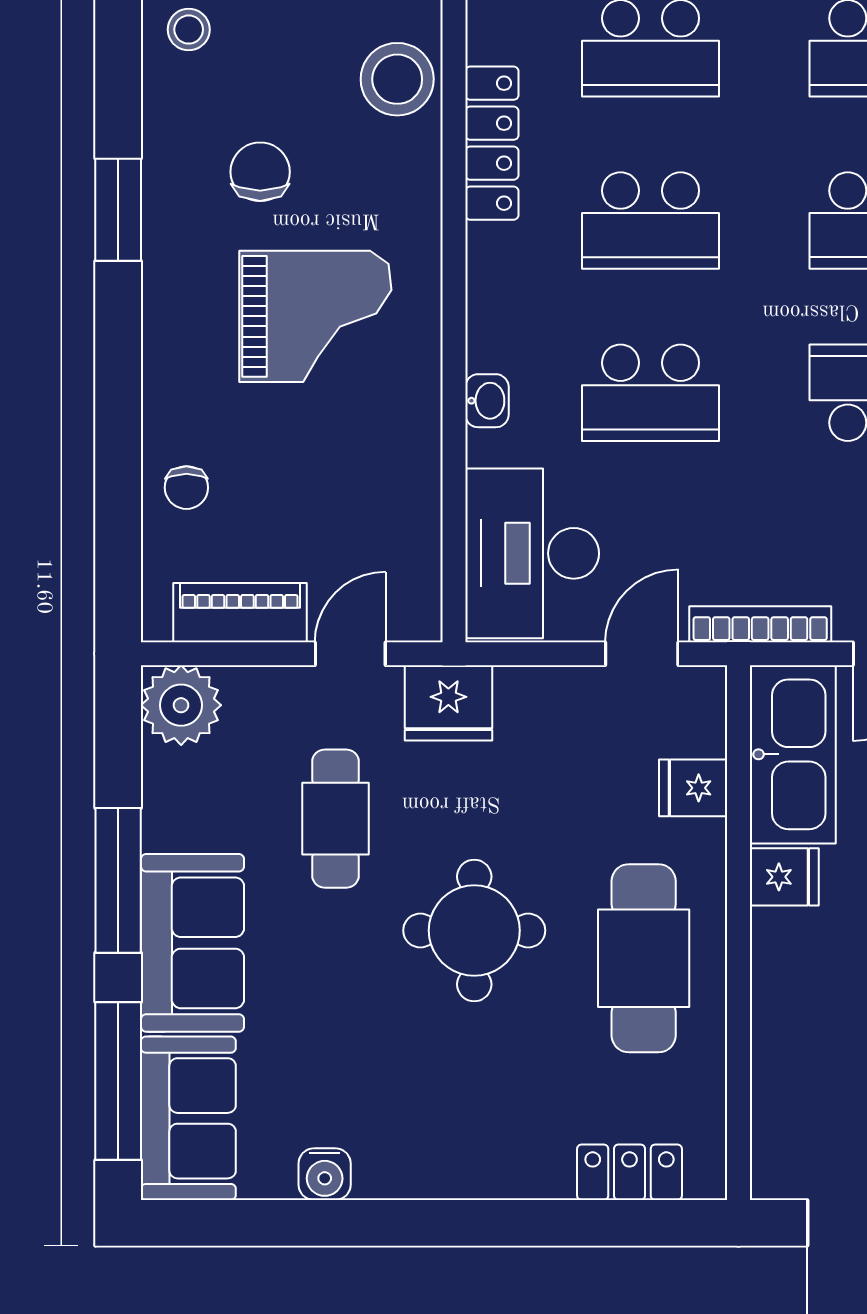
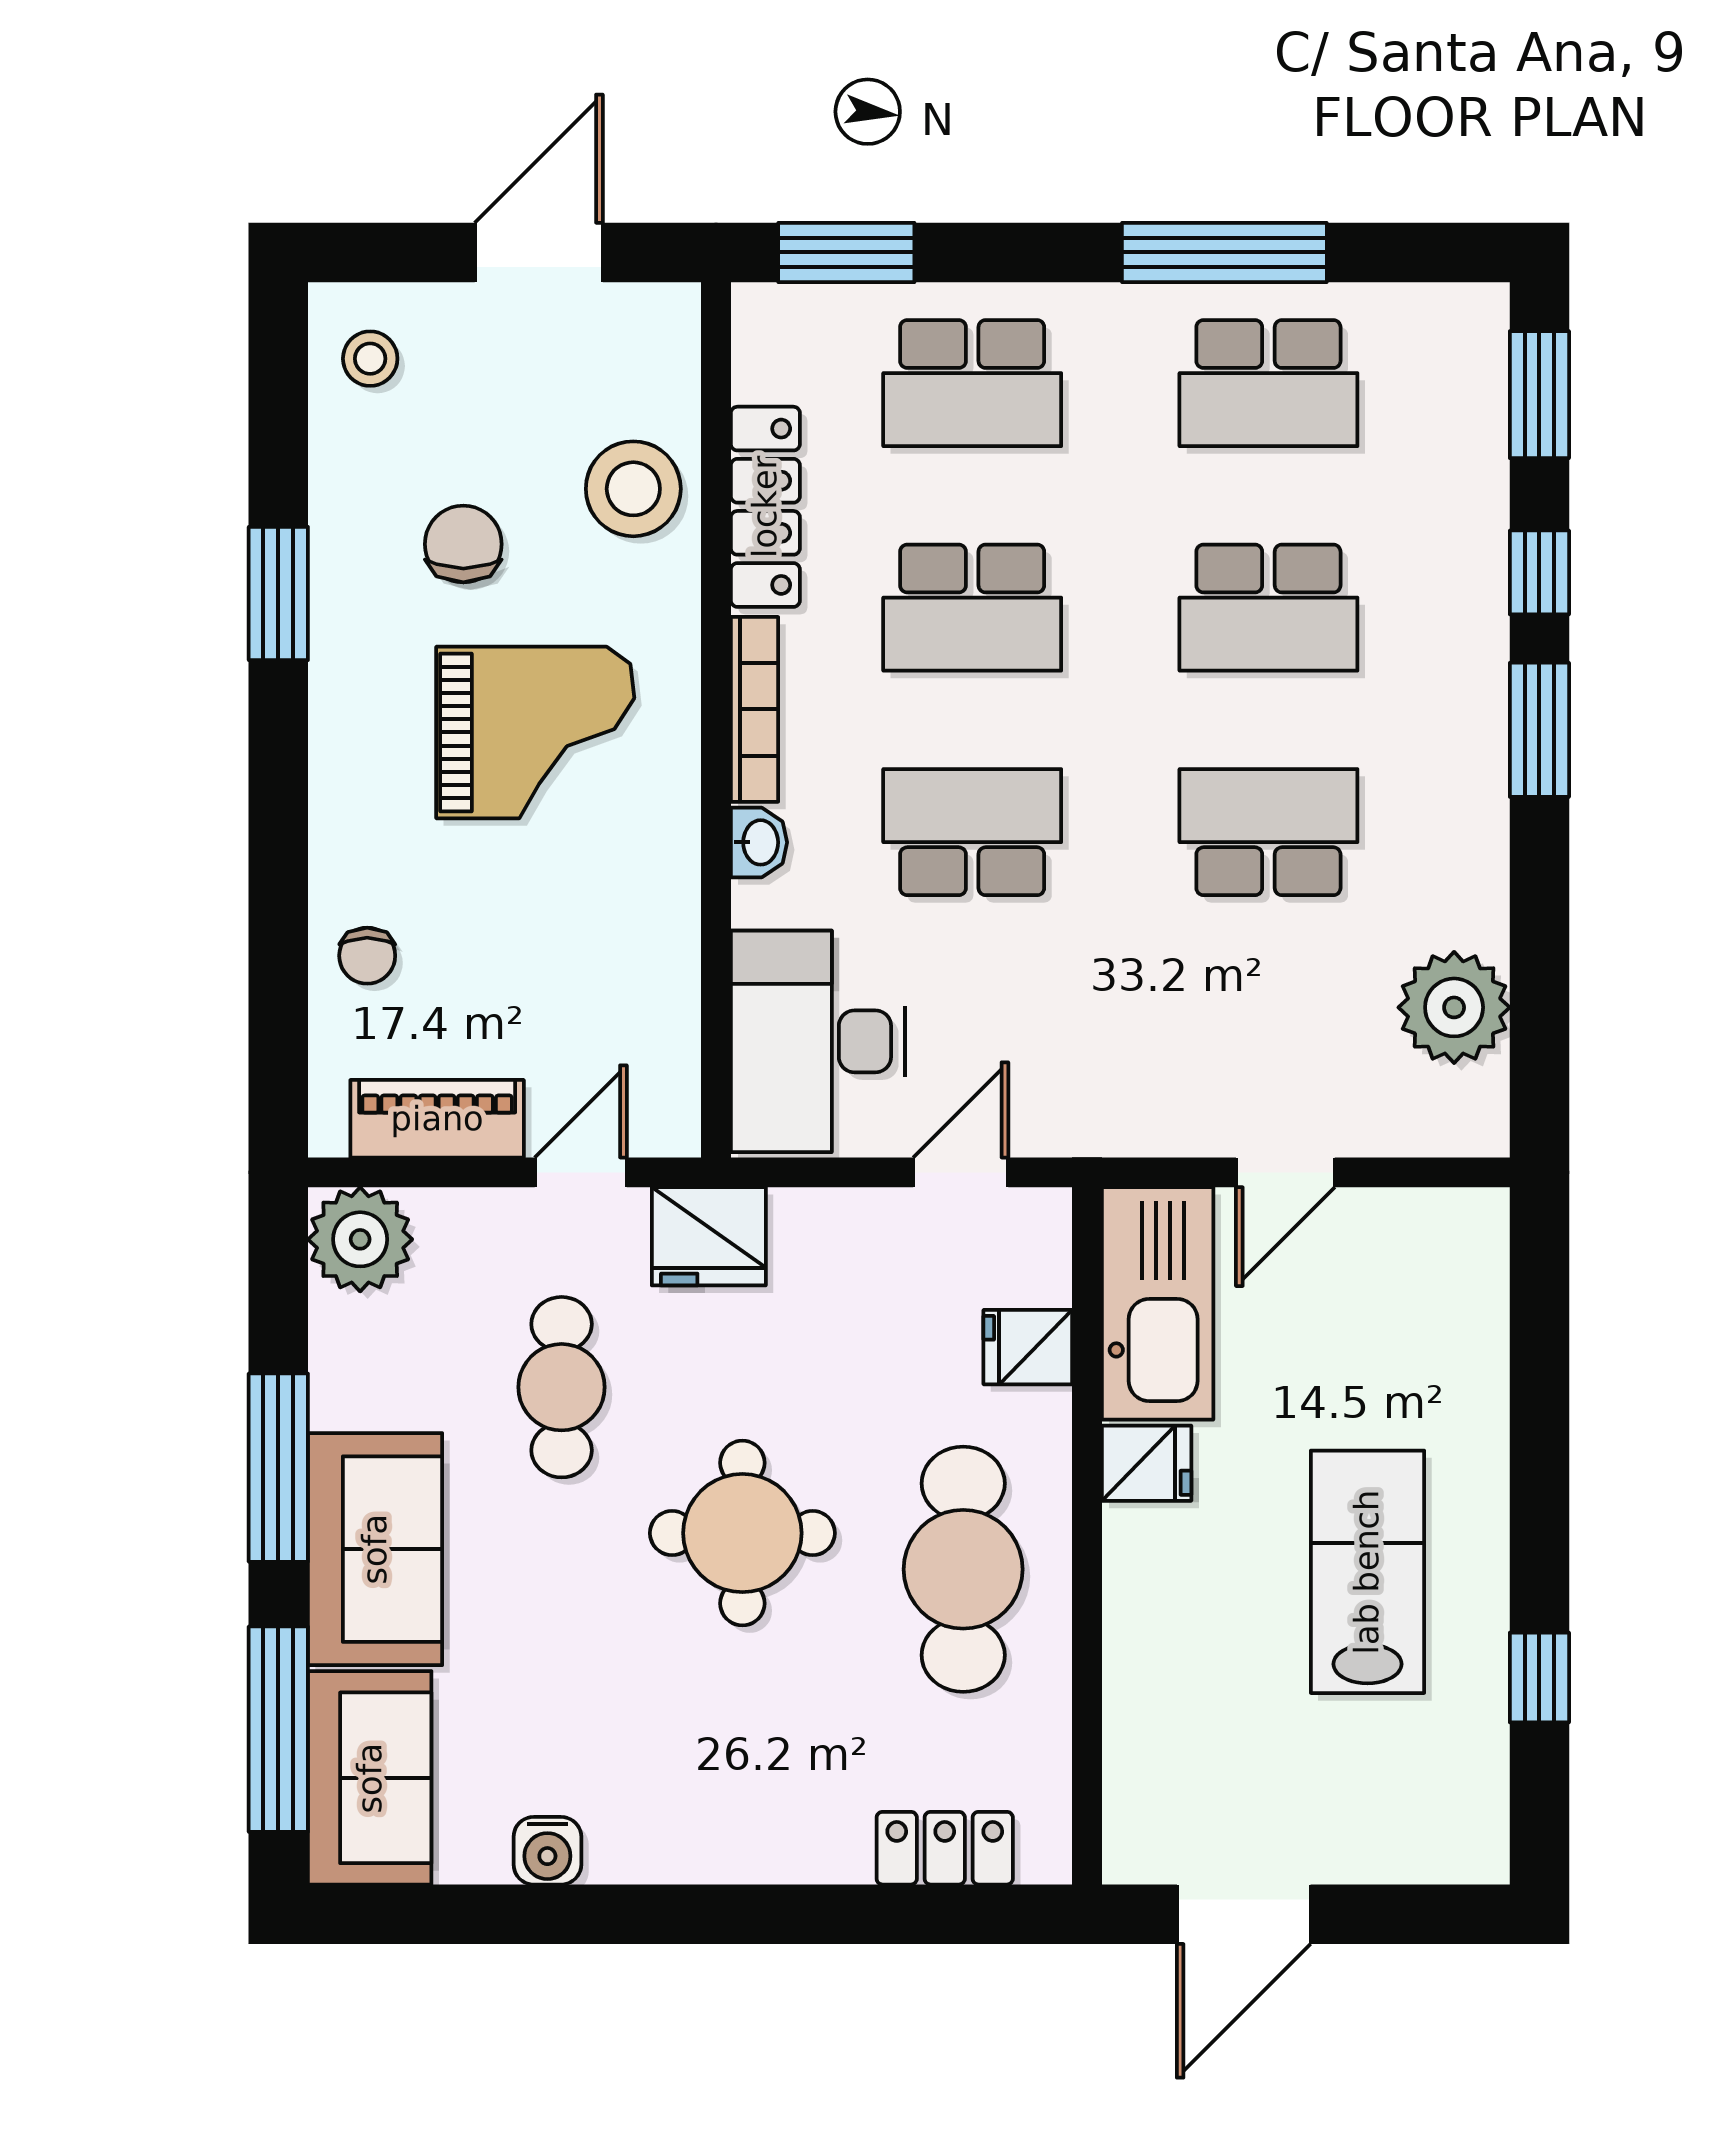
stool: (397, 79) -> (633, 489), moved
school desk: (651, 393) -> (972, 832), turned 180
bookcase: (760, 624) -> (754, 709), moved, turned 90

